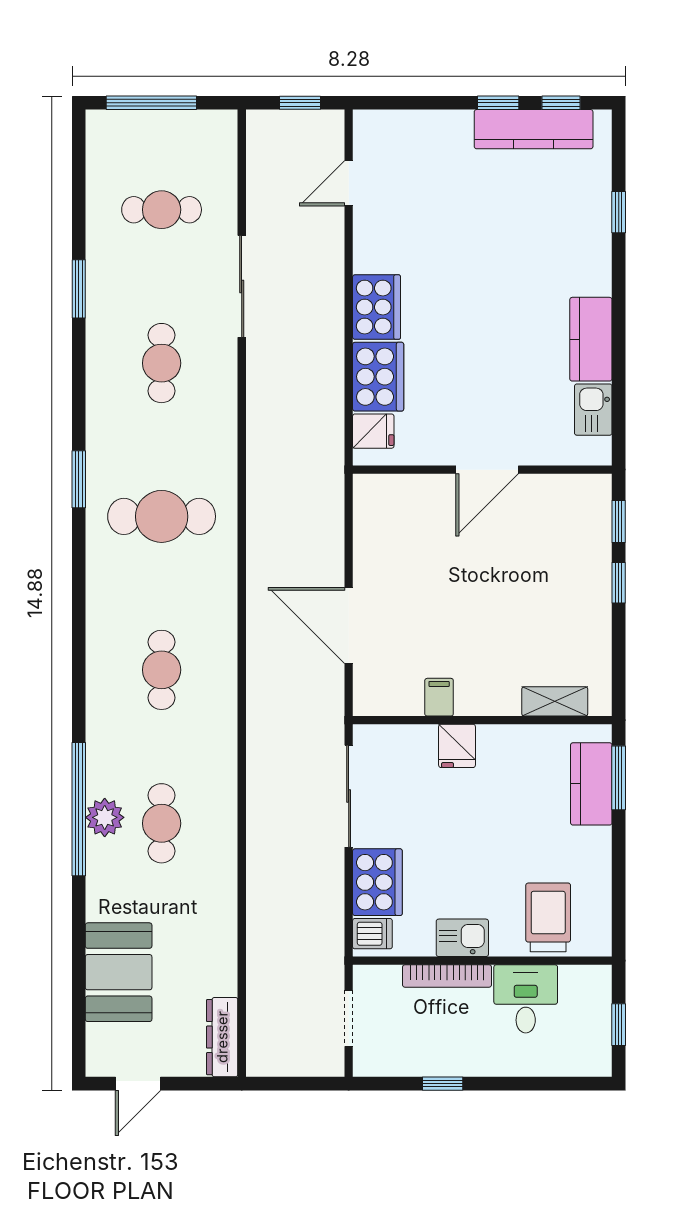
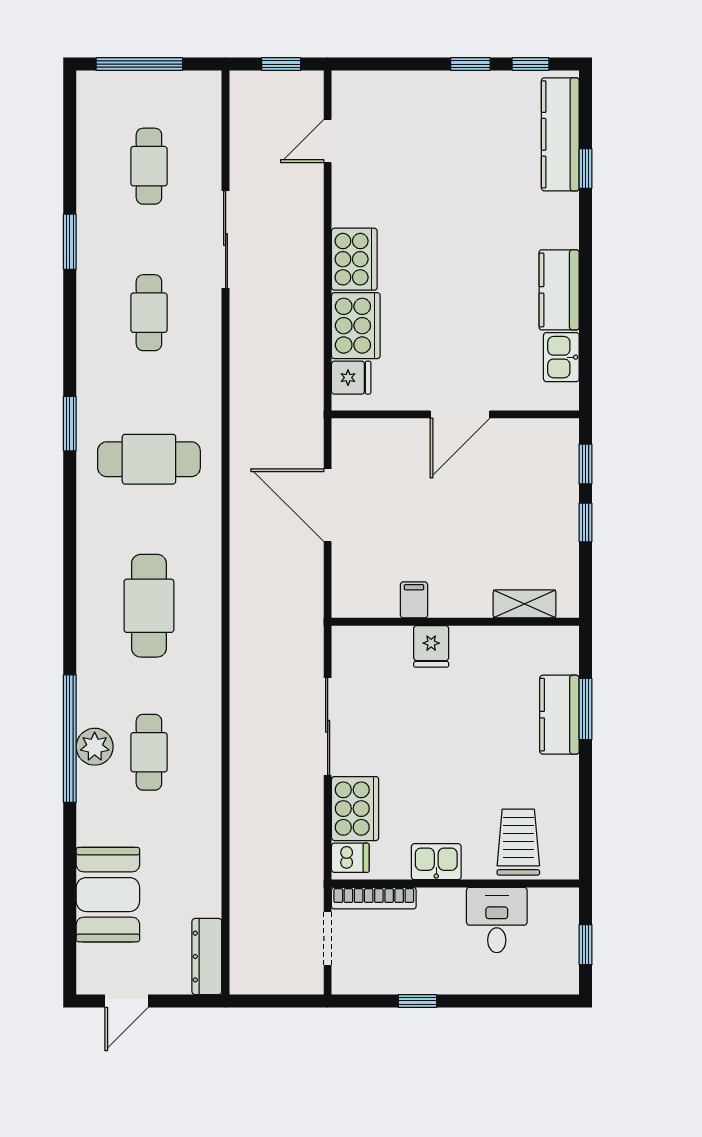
kitchen counter: (534, 129) -> (560, 134), moved, turned 90
cafe table: (162, 210) -> (149, 166), turned 90
door: (349, 626) -> (328, 505), moved
cafe table: (162, 670) -> (149, 606), width x1.37, depth x1.35
filing cabinet: (439, 697) -> (414, 600), moved
shelving: (555, 701) -> (525, 604), moved
wall: (482, 720) -> (455, 622), moved
fridge: (457, 746) -> (431, 646), moved
bookcase: (447, 976) -> (374, 898), moved

